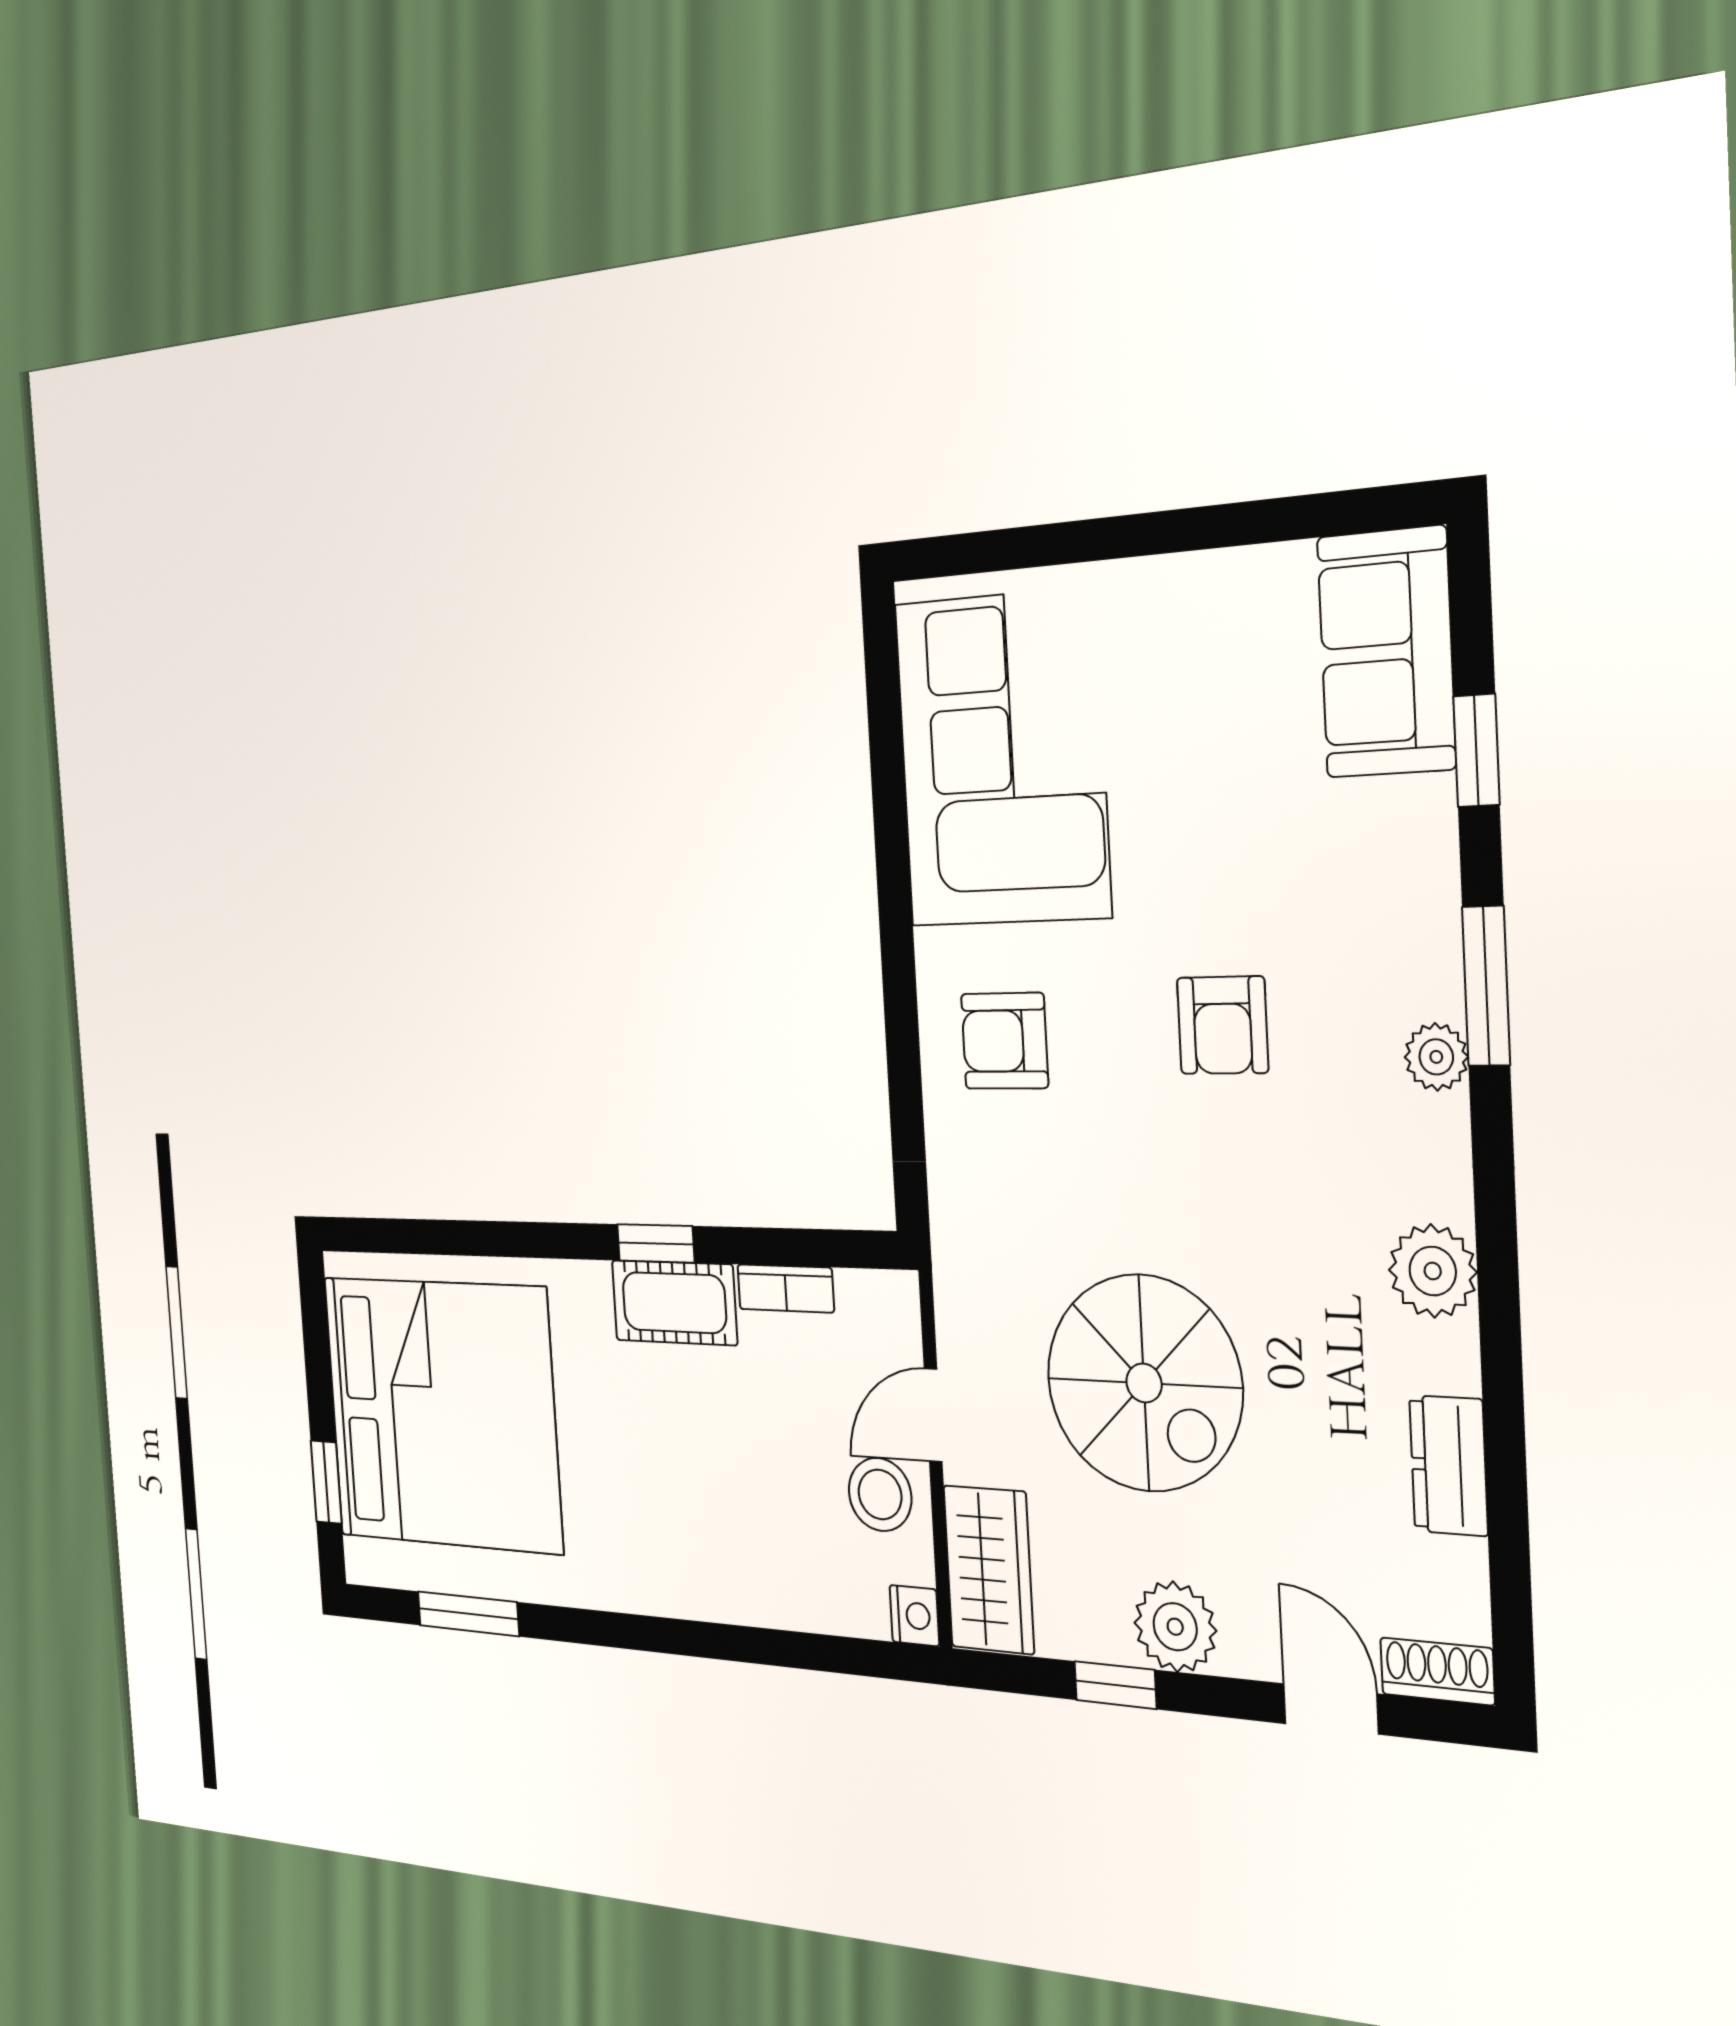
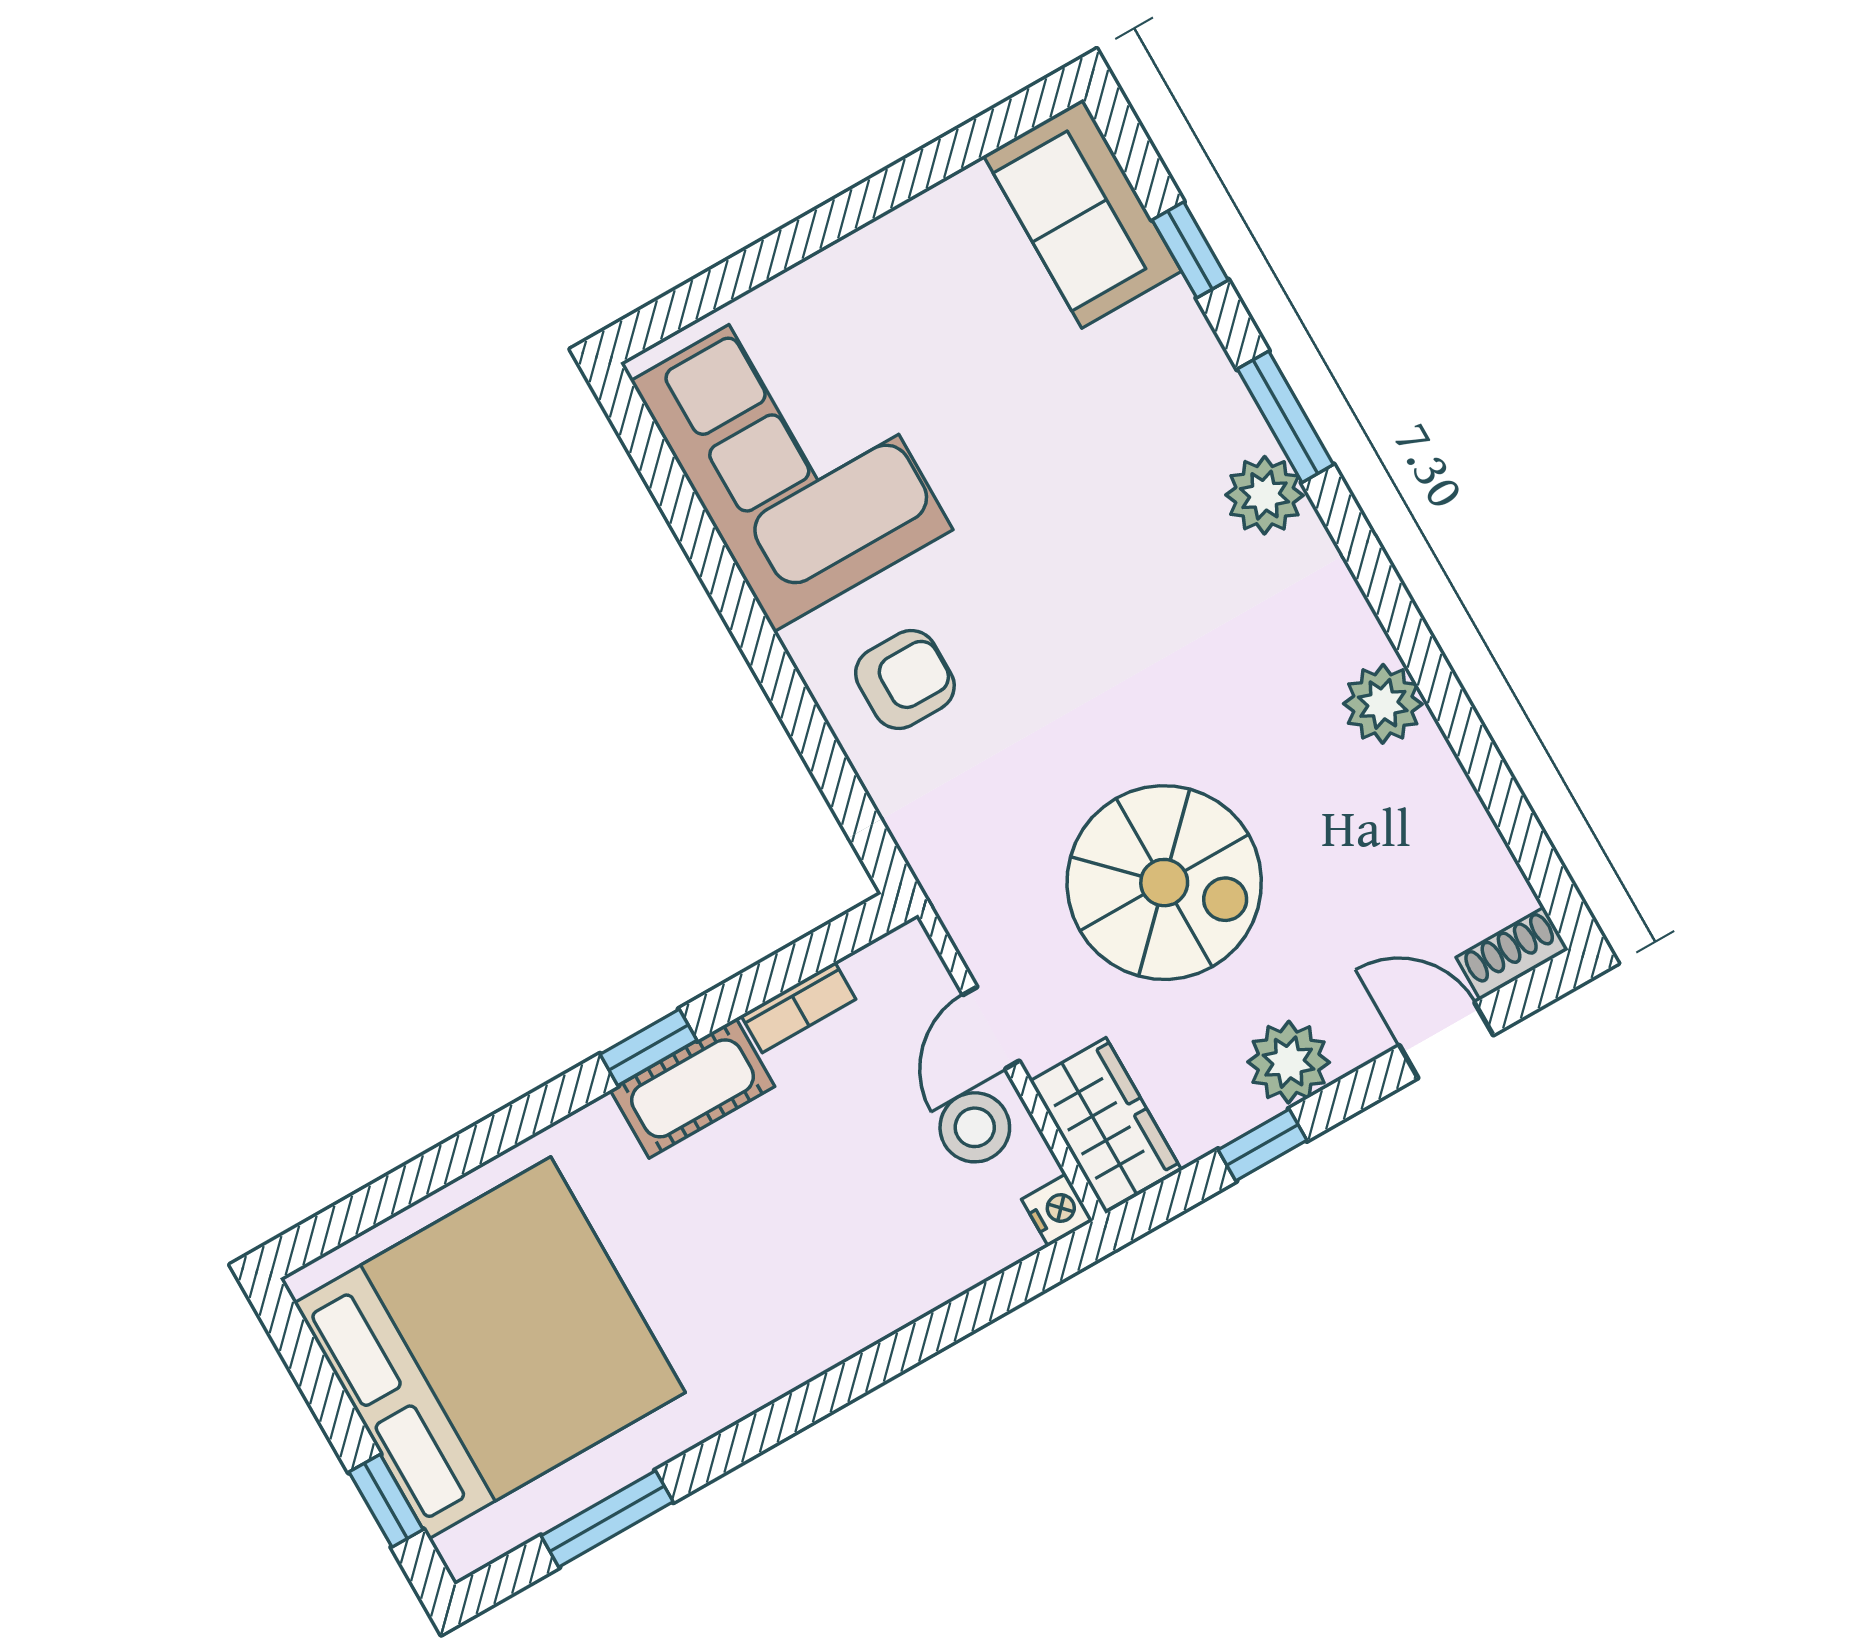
armchair: (1223, 1025) -> (1089, 562), removed
armchair: (1005, 1041) -> (905, 680), turned 180
plant: (1436, 1057) -> (1265, 495), width x1.38, depth x1.38
plant: (1433, 1271) -> (1383, 704), moved
dresser: (1449, 1466) -> (1440, 790), removed

